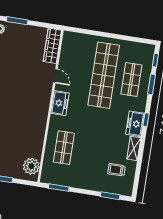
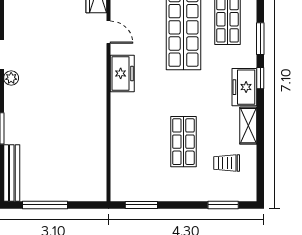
window: (152, 84) -> (260, 39), moved
shop shelf: (64, 148) -> (183, 142), moved
plant: (31, 166) -> (93, 179), removed

